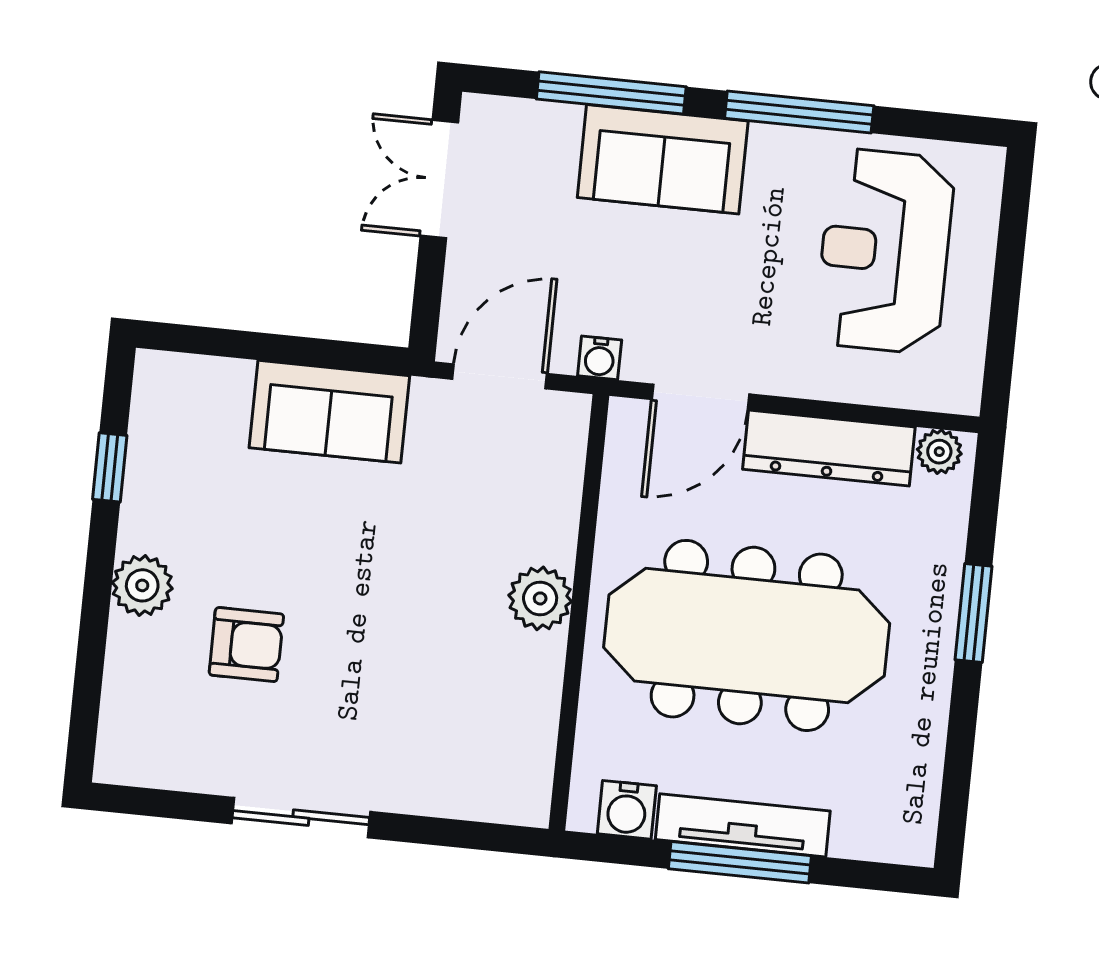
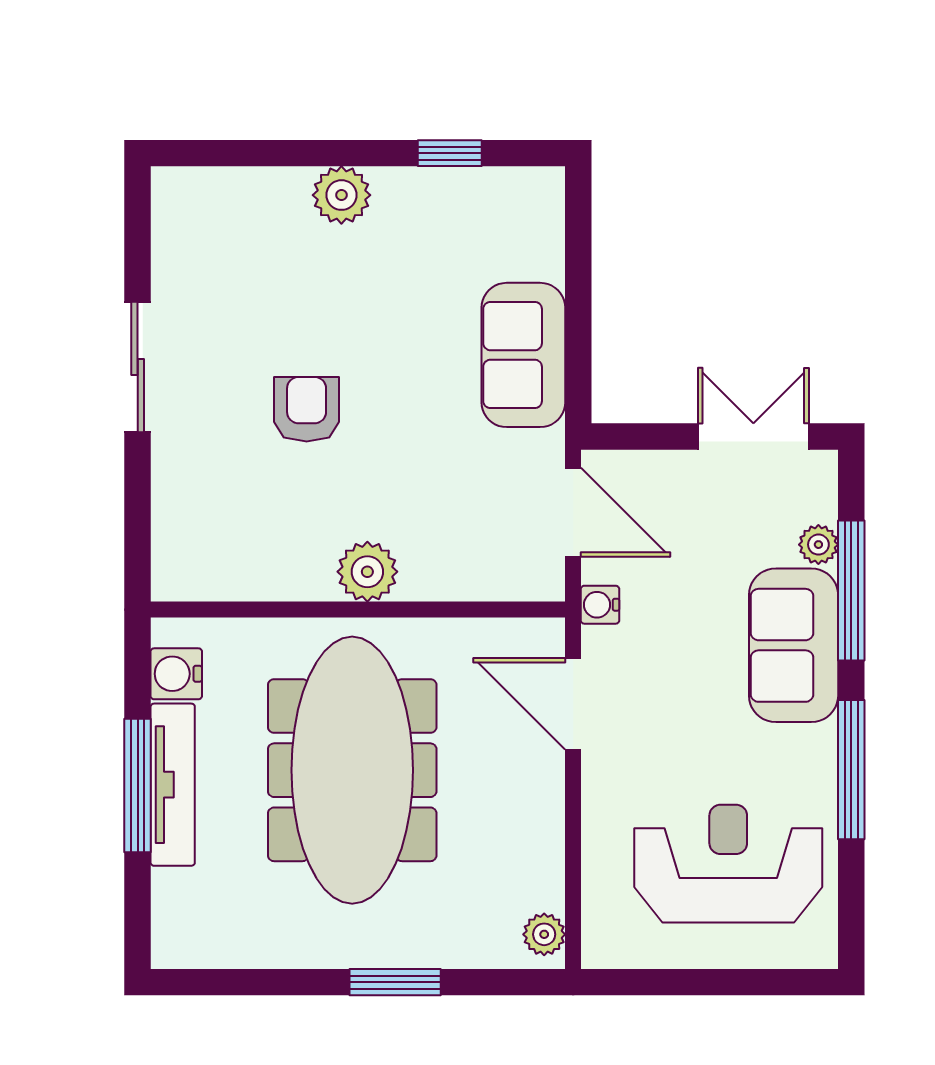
plant: (560, 122) -> (818, 545), added
dresser: (829, 448) -> (537, 830), removed
armchair: (246, 645) -> (307, 409), moved, turned 180

